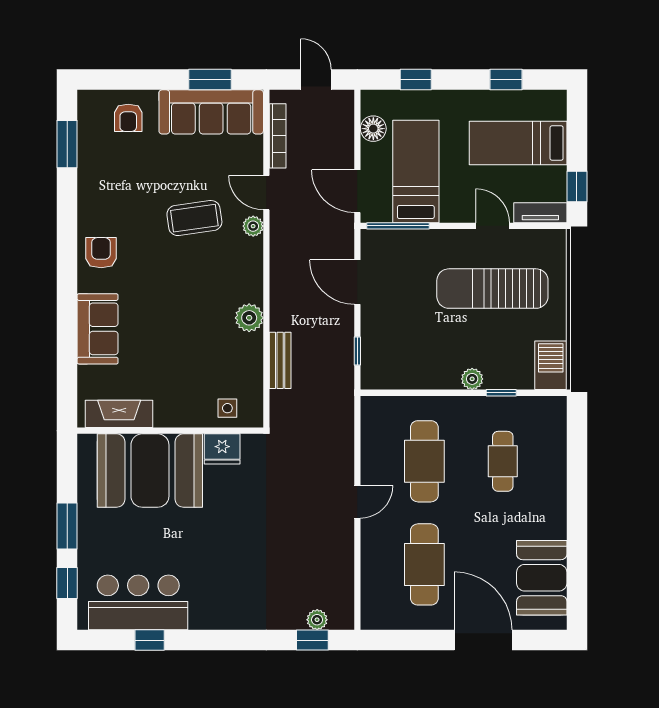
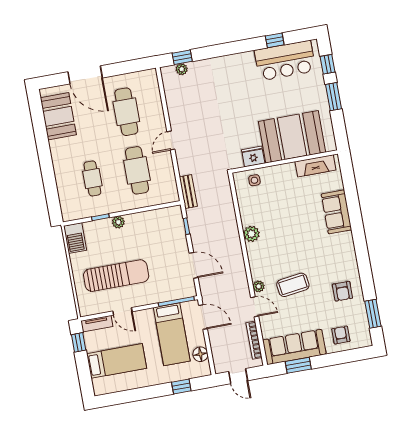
window: (506, 80) -> (130, 396), removed
armchair: (101, 253) -> (342, 291), moved
bench: (280, 360) -> (188, 192), moved

